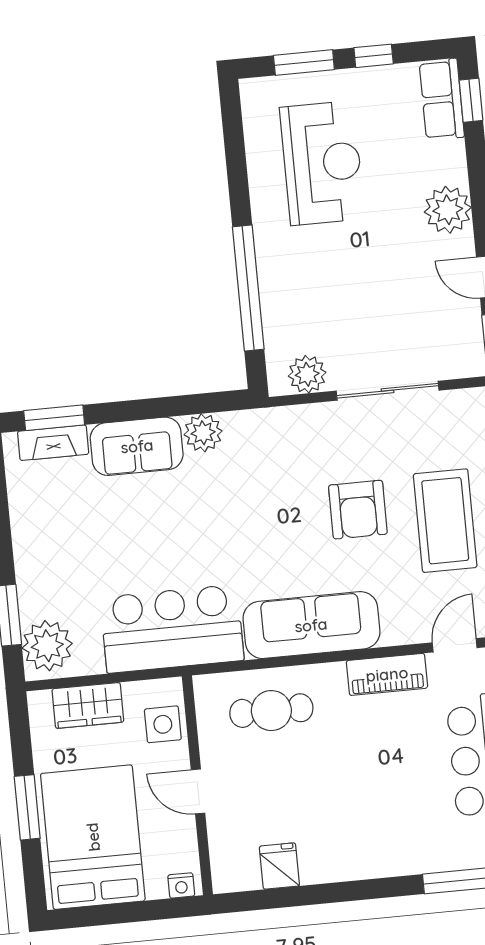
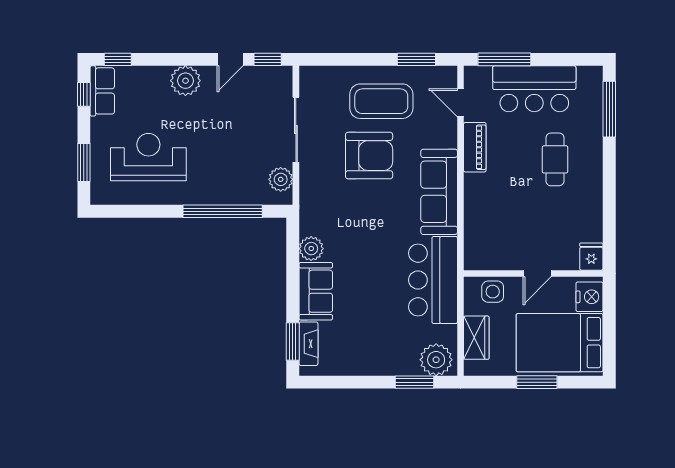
window: (374, 56) -> (84, 94), moved
row of seats: (442, 99) -> (102, 91), moved, turned -90
armchair: (358, 510) -> (369, 156), width x1.36, depth x1.36
cafe table: (271, 711) -> (555, 159), moved
fridge: (279, 866) -> (591, 257), moved, turned 90
nightstand: (181, 885) -> (589, 297), width x1.89, depth x1.79

